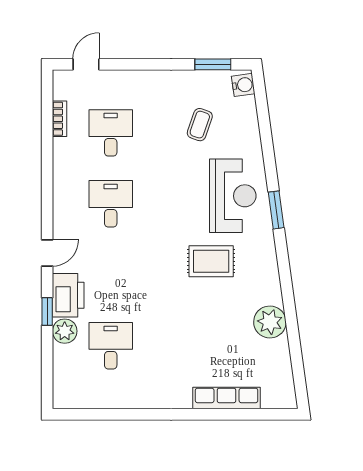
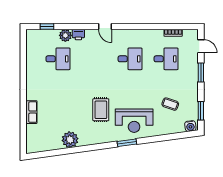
window: (138, 64) -> (201, 73), added
printer: (68, 295) -> (78, 35), width x0.53, depth x0.68
window: (47, 311) -> (47, 27), moved
row of seats: (227, 398) -> (31, 112), width x0.68

